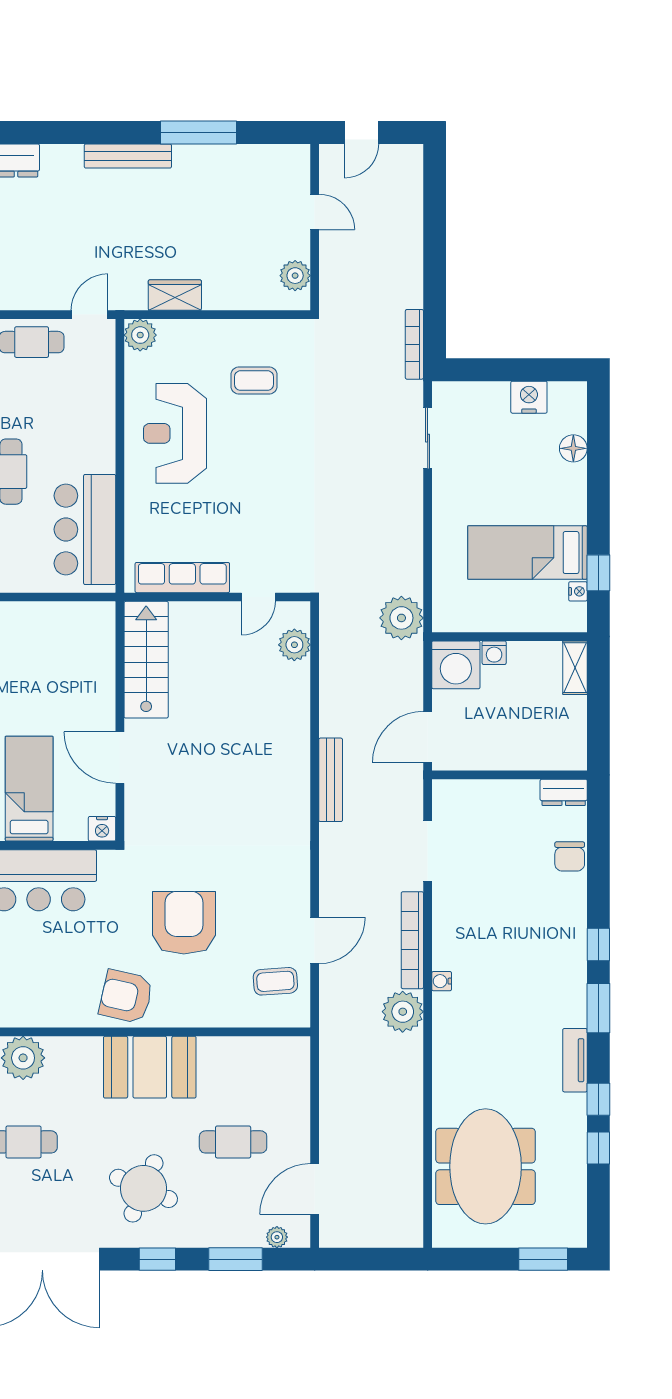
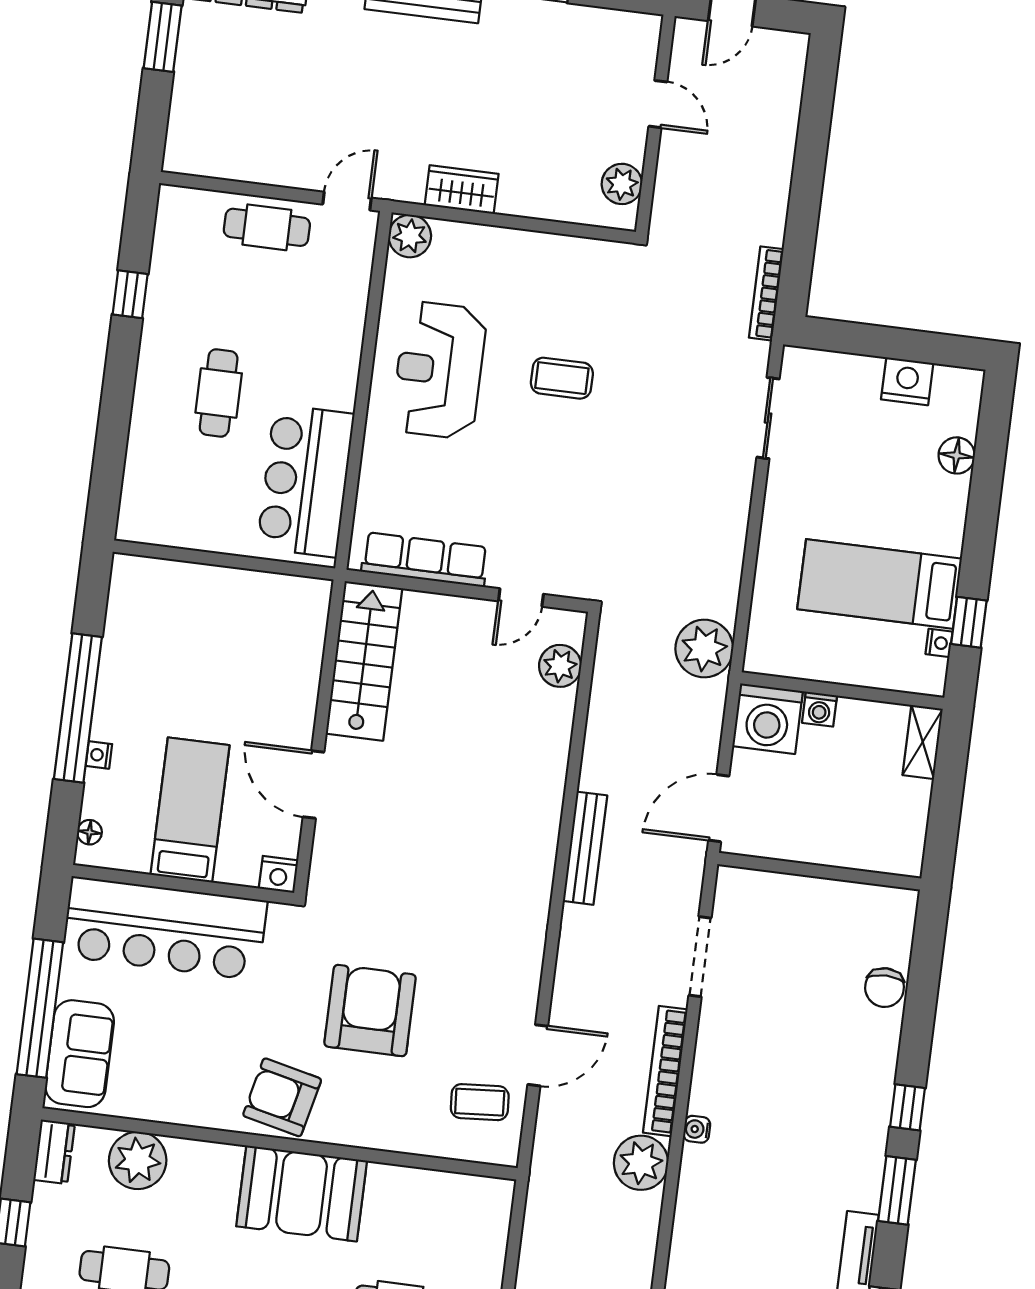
coffee table: (254, 381) -> (562, 378), moved
dresser: (564, 792) -> (887, 903), removed

